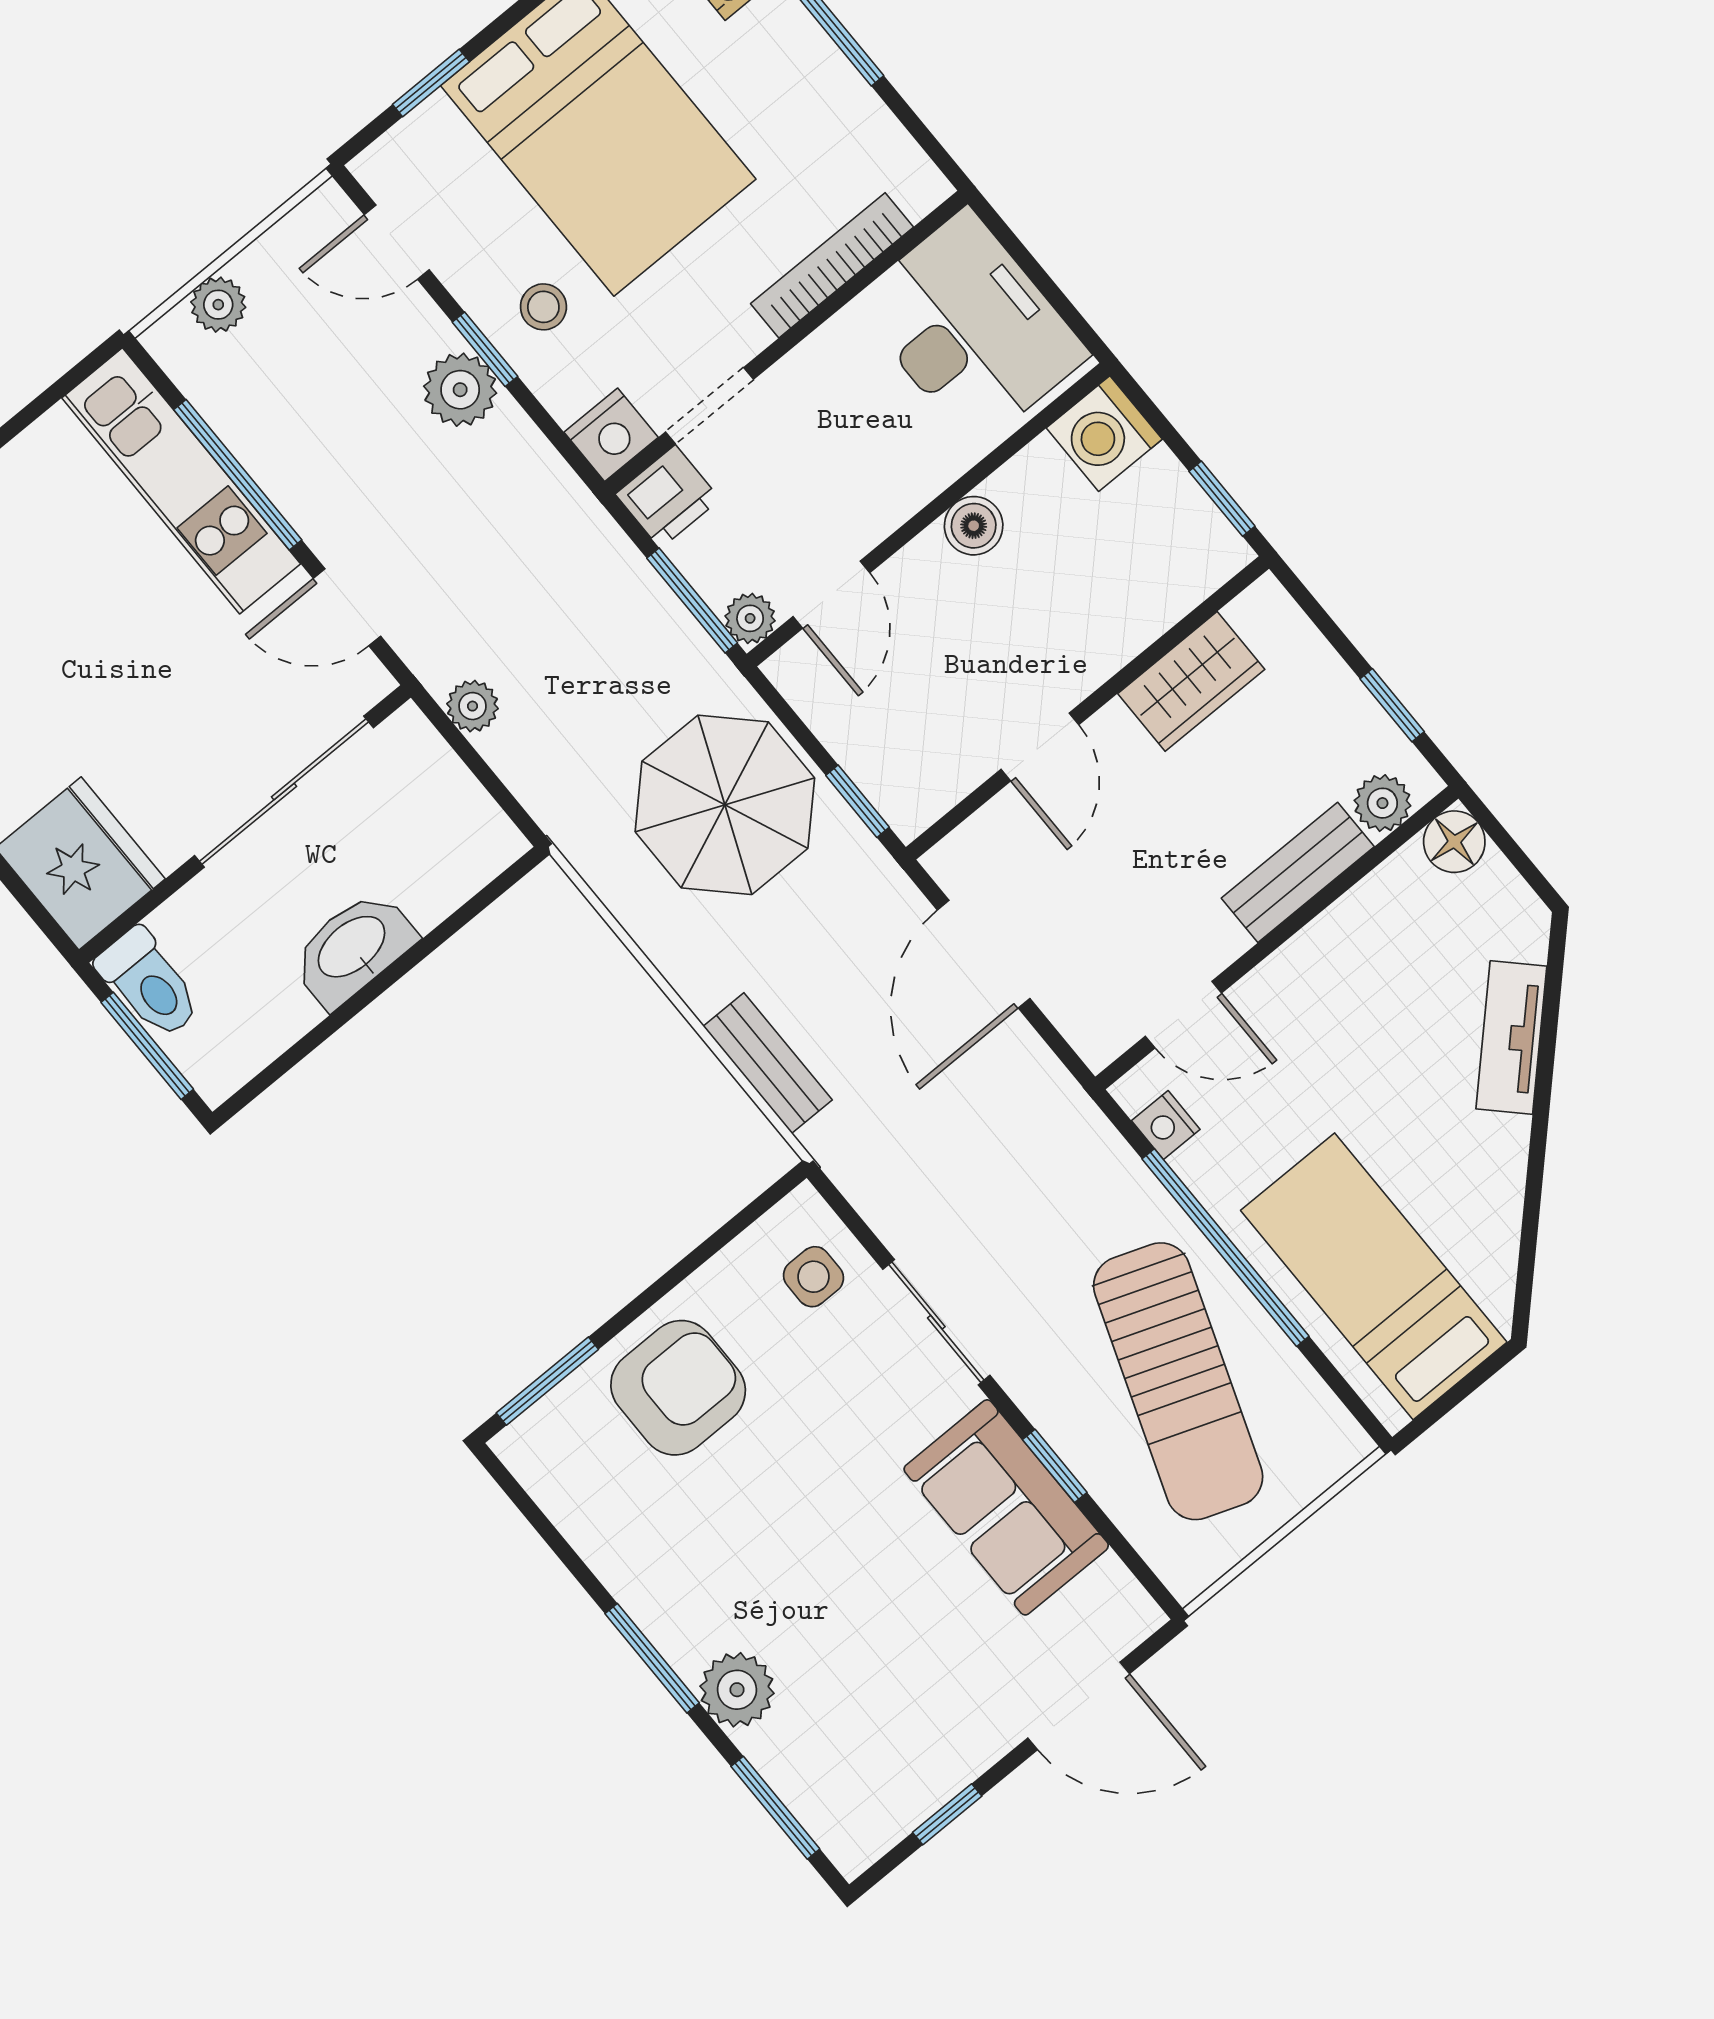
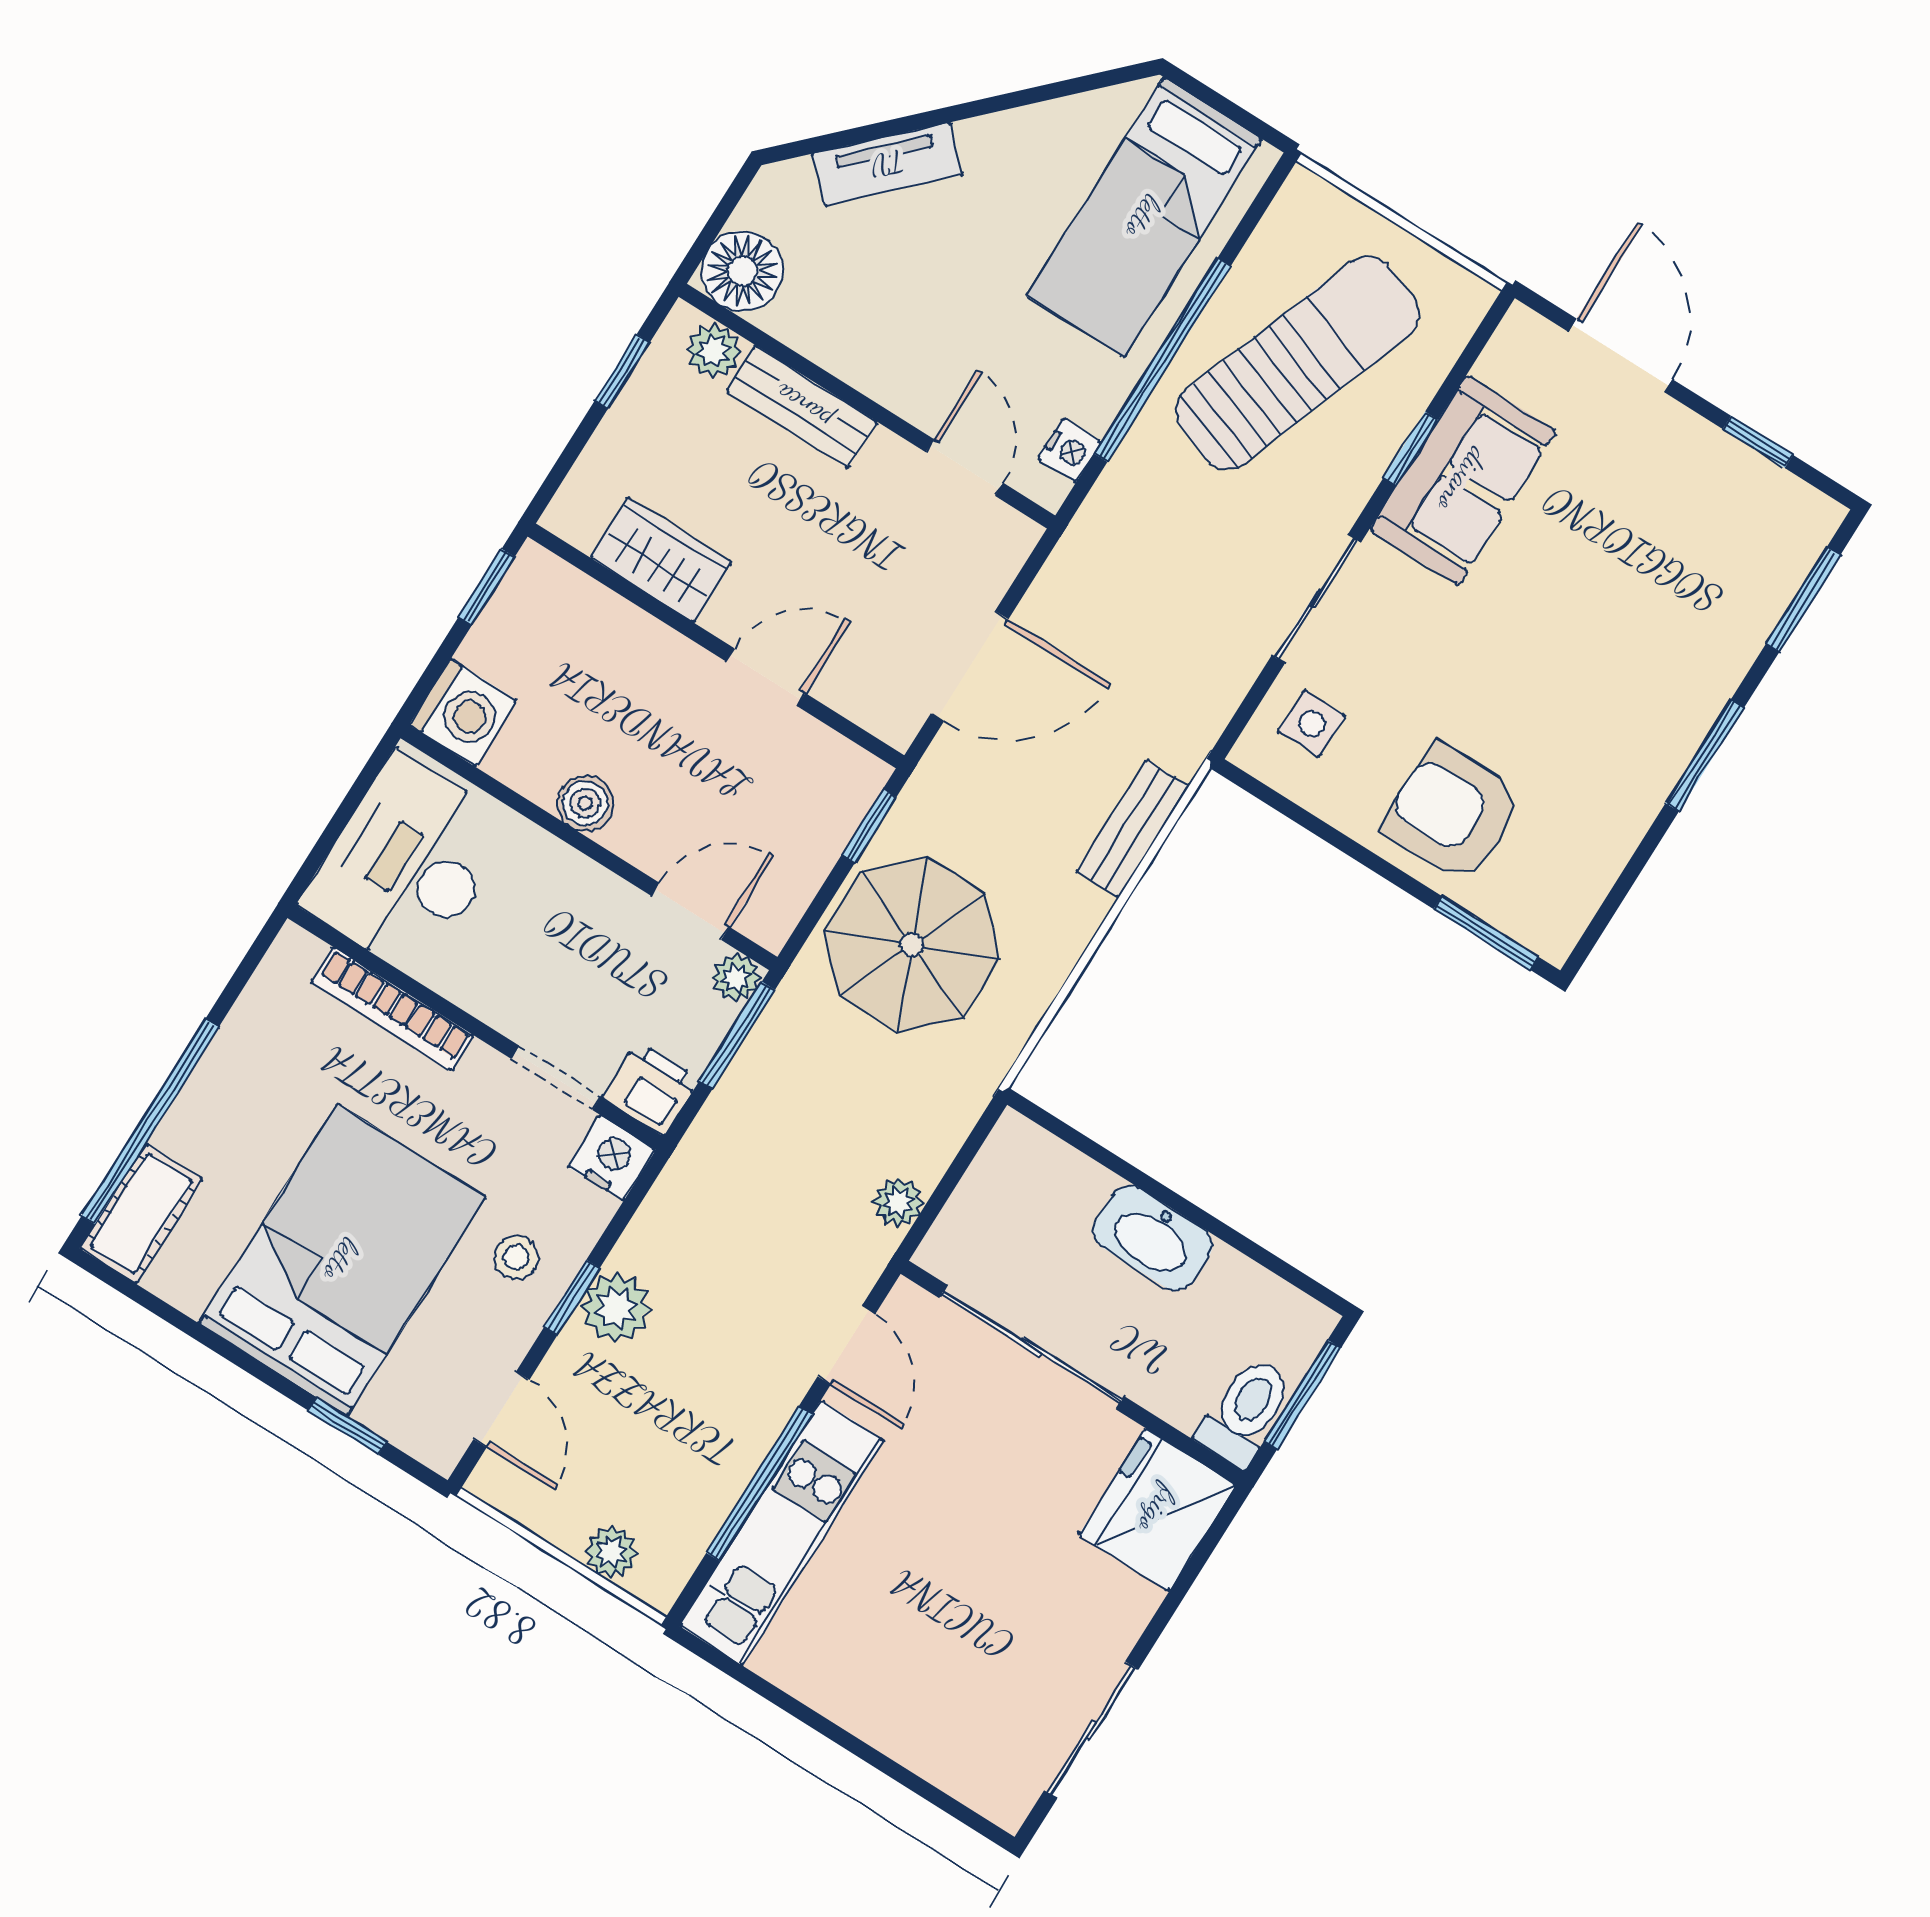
floor lamp: (1454, 842) -> (742, 271), width x1.38, depth x1.38
plant: (737, 1690) -> (1708, 669), removed

